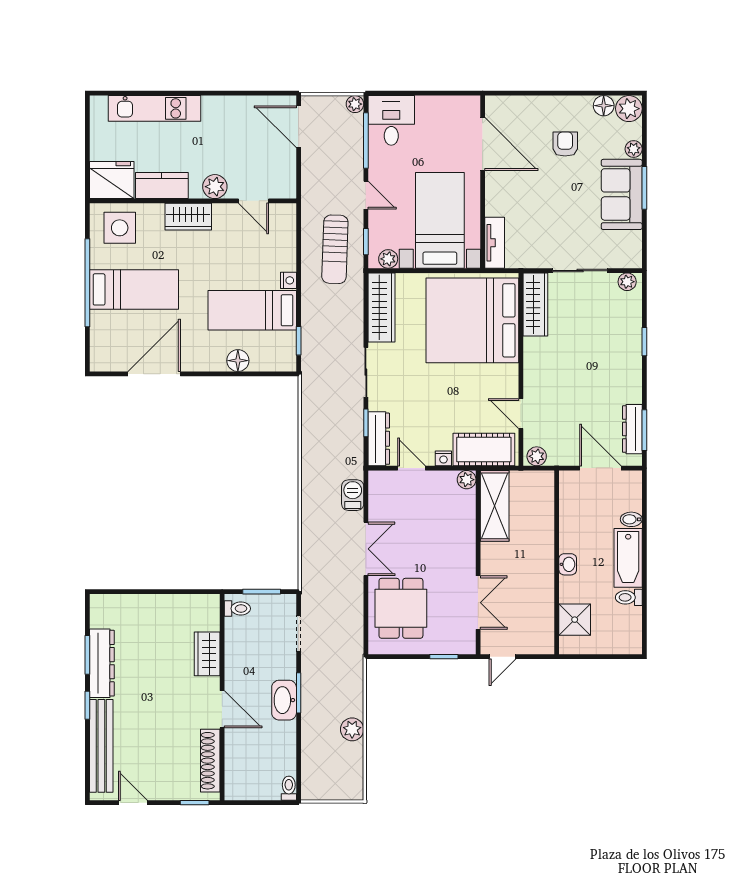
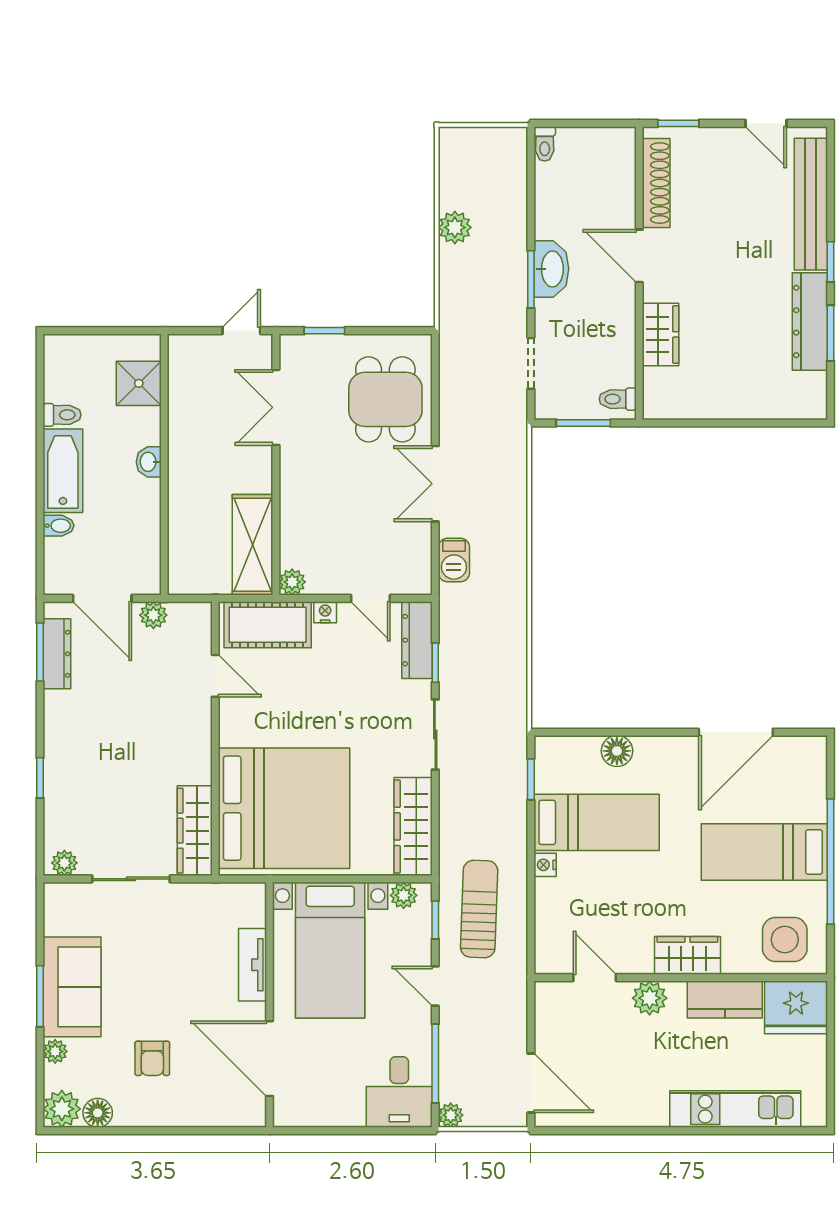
tv unit: (495, 243) -> (252, 965), moved
plant: (537, 456) -> (153, 615), moved

